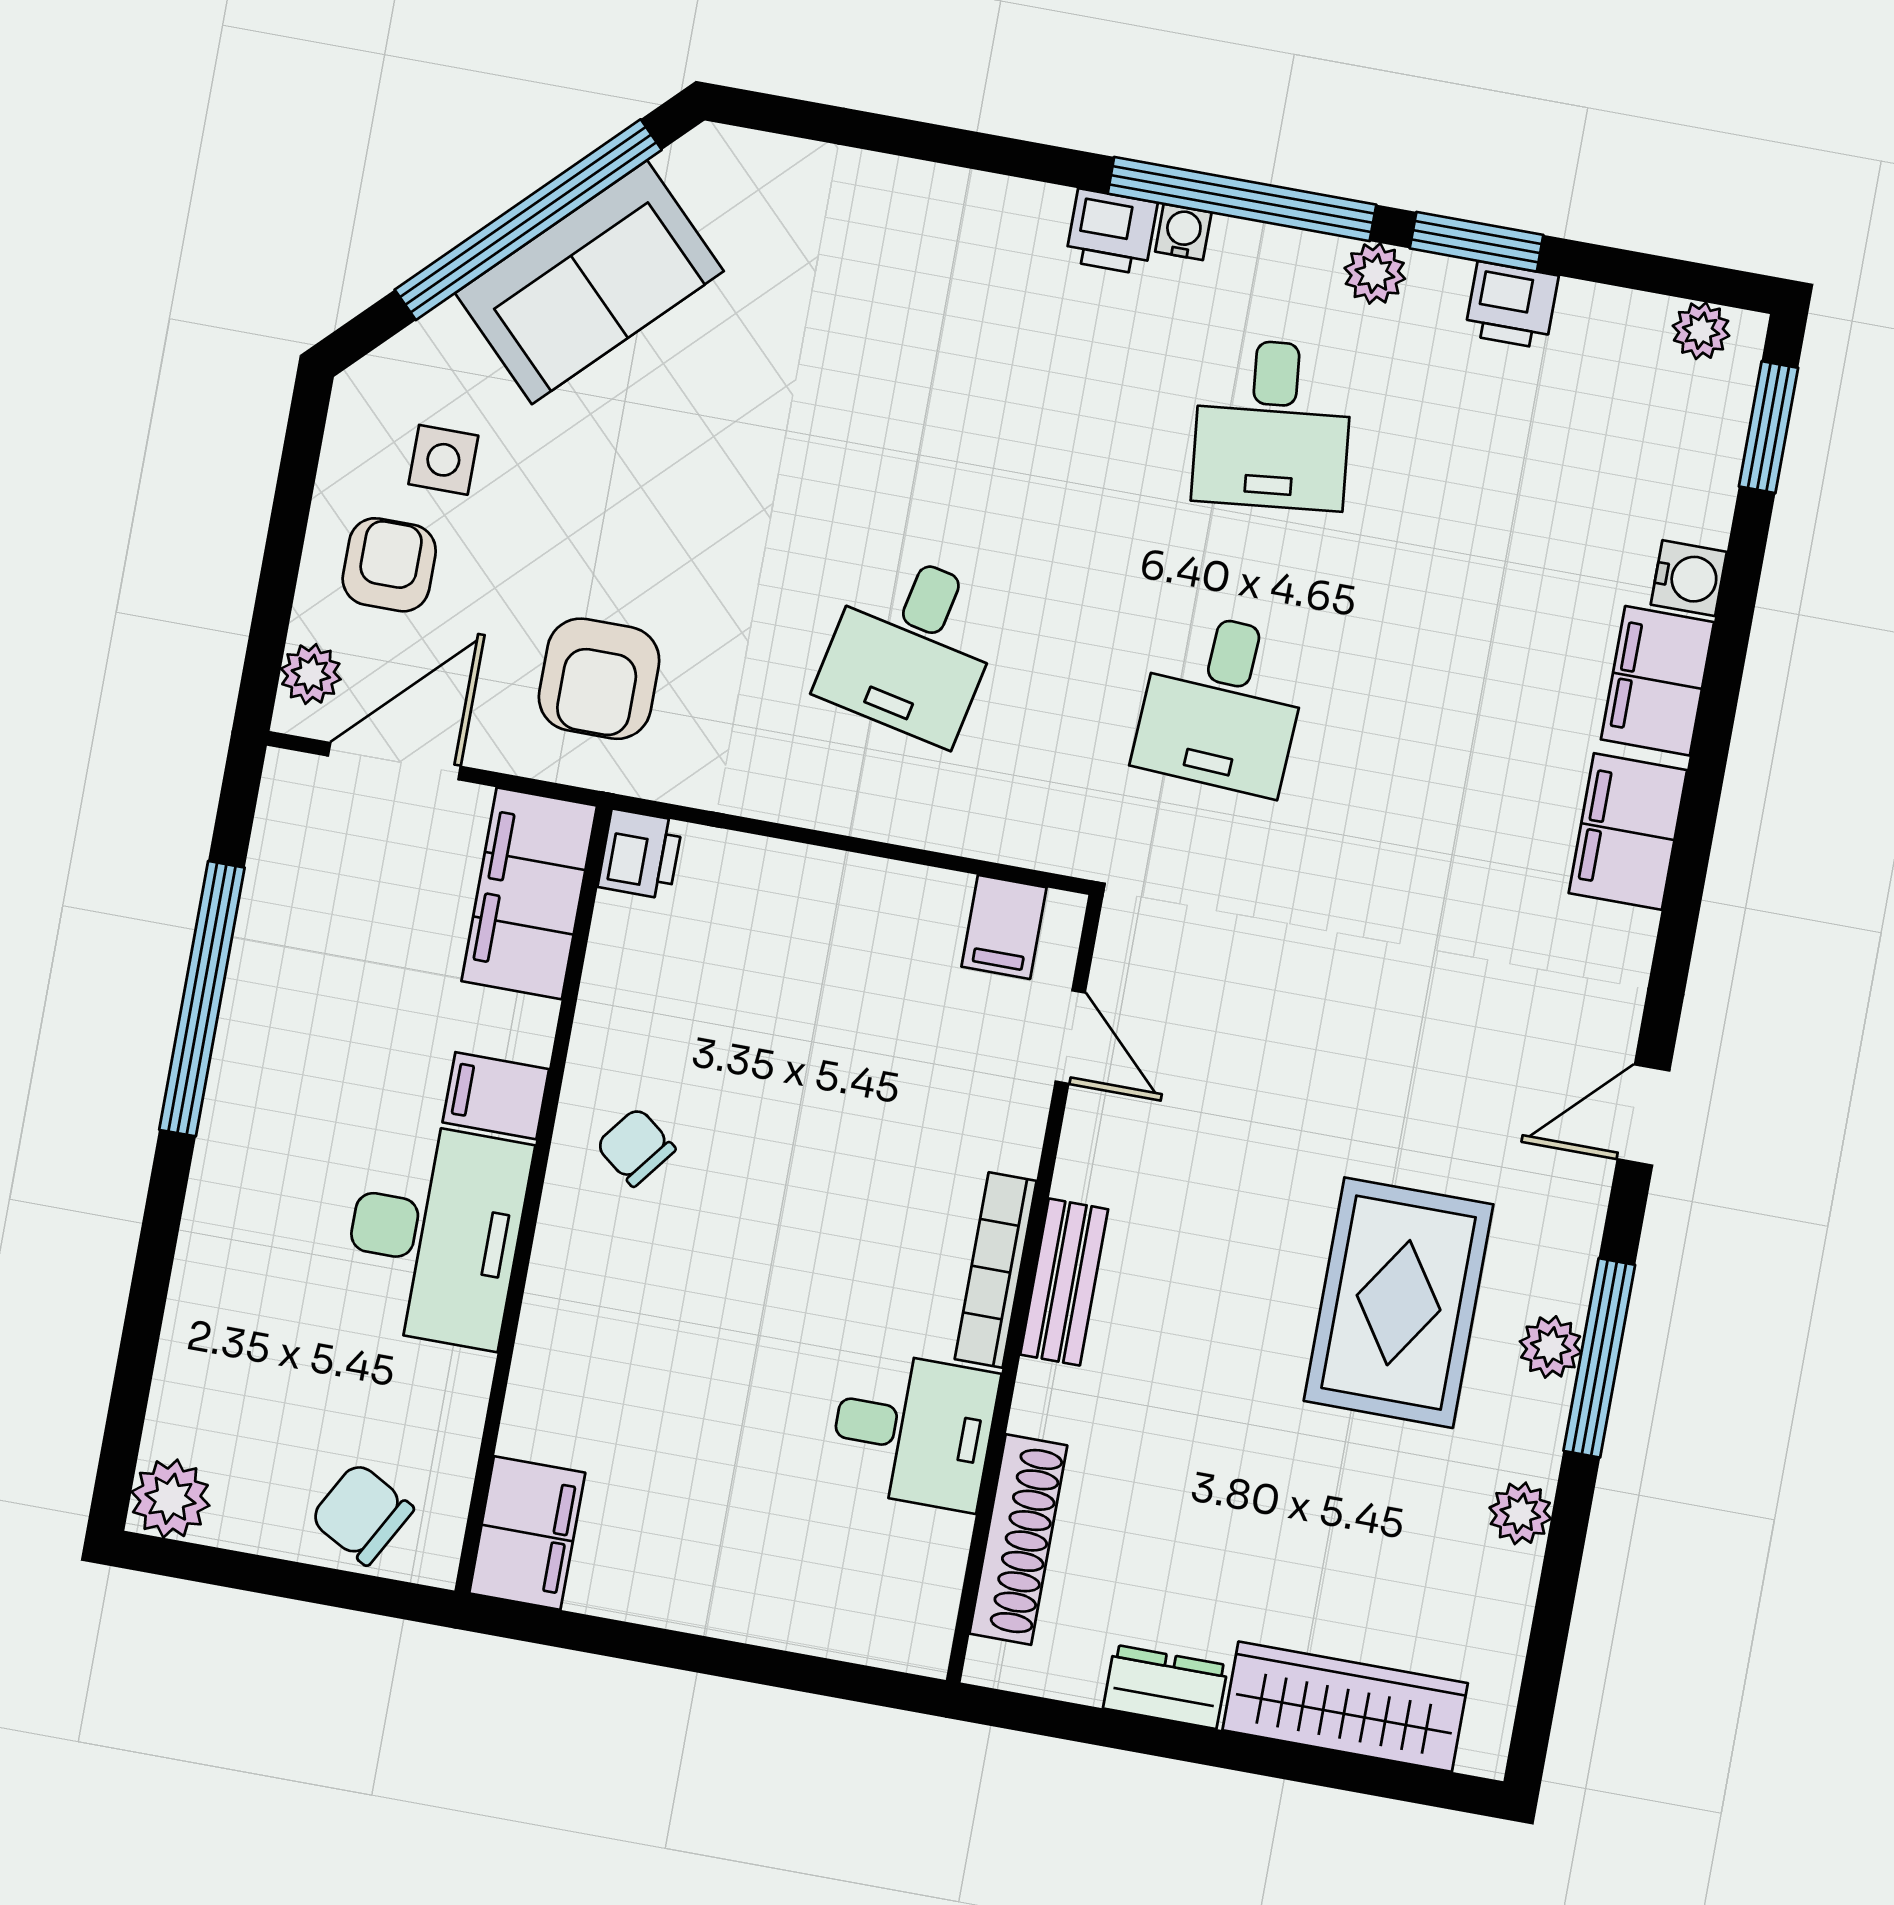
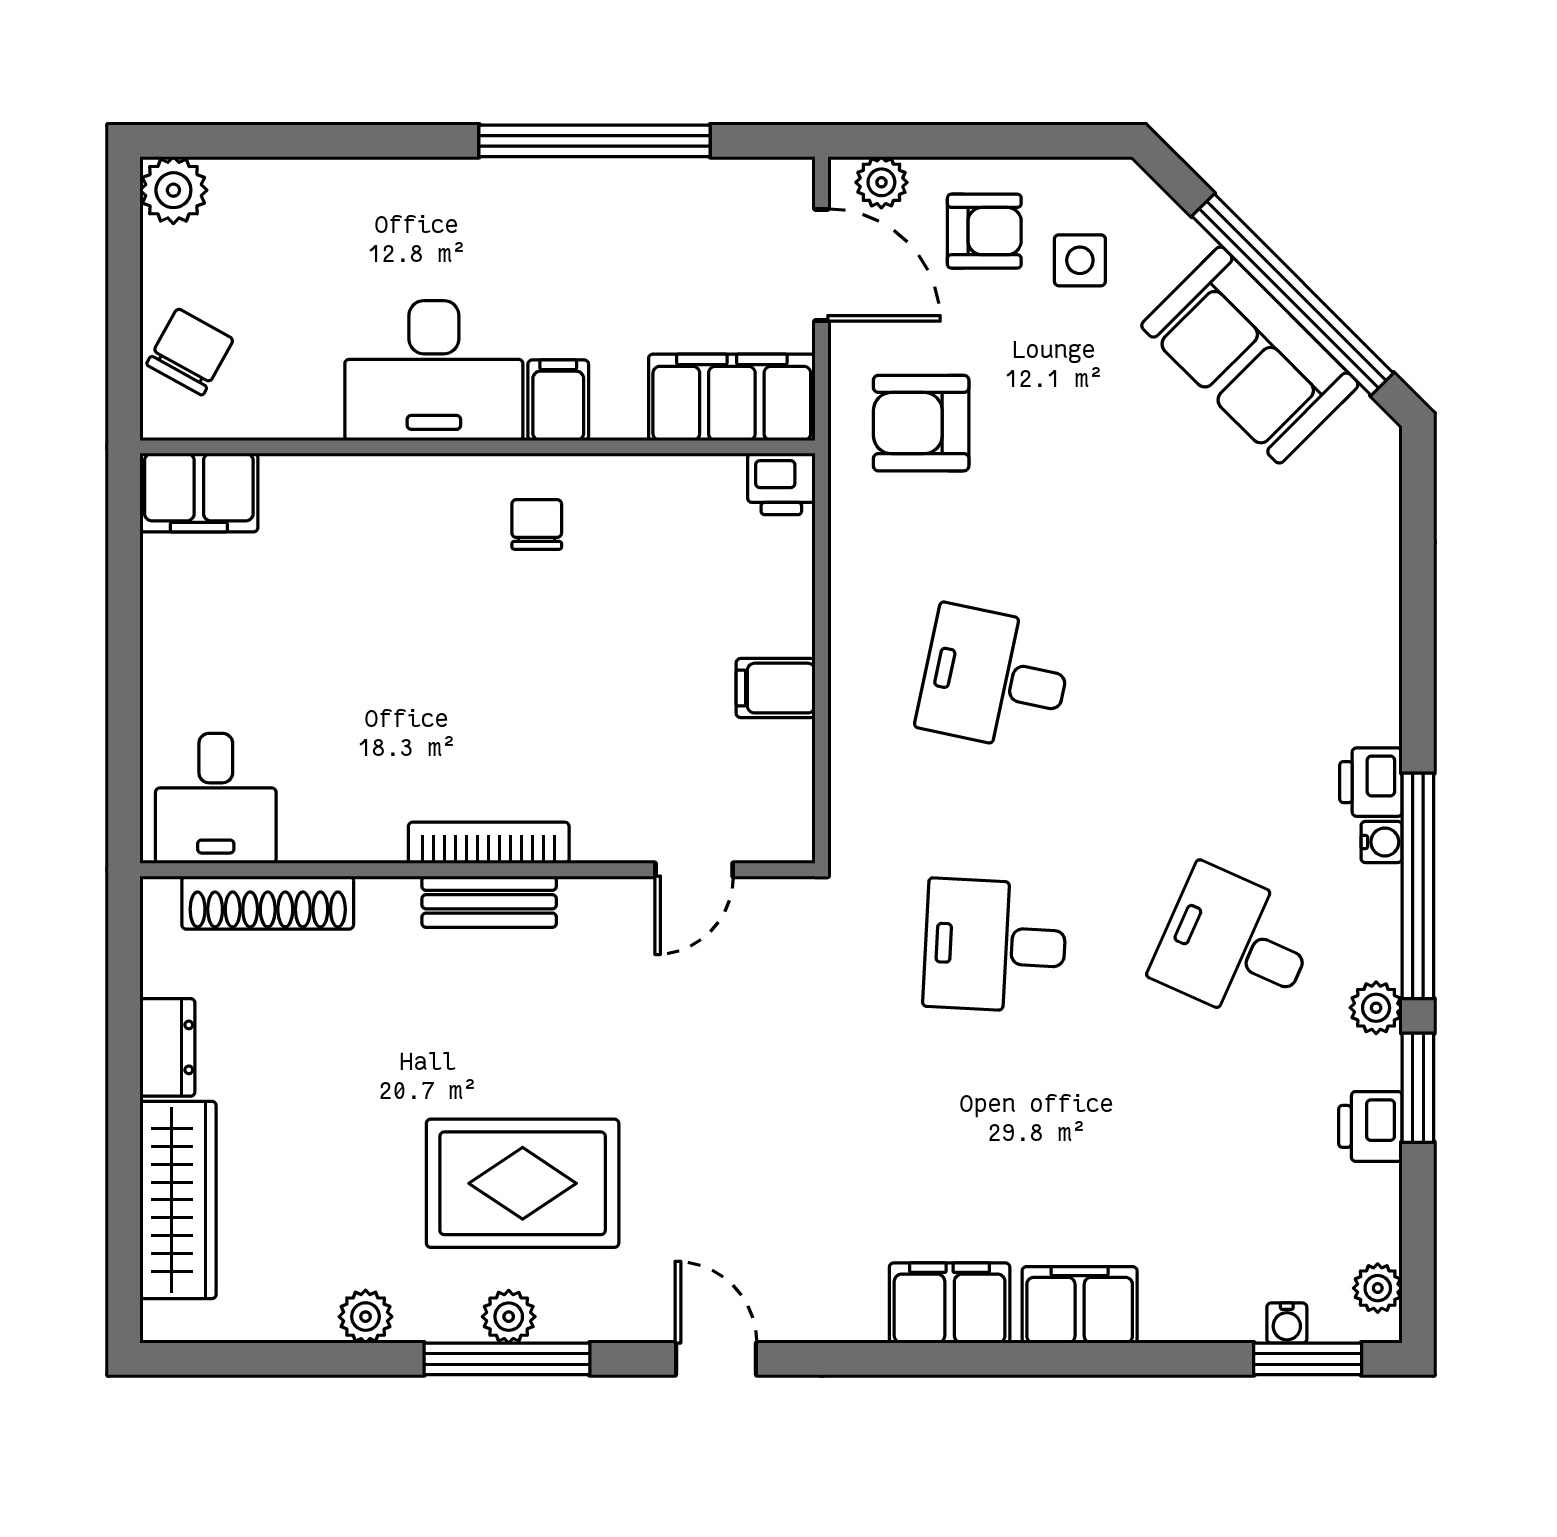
desk: (1273, 424) -> (1235, 945), turned 30
water cooler: (1689, 578) -> (1287, 1323), moved, width x0.72, depth x0.72
filing cabinet: (1004, 927) -> (776, 688), moved
chair: (636, 1147) -> (537, 524), turned -38
desk: (913, 1430) -> (216, 798), moved

